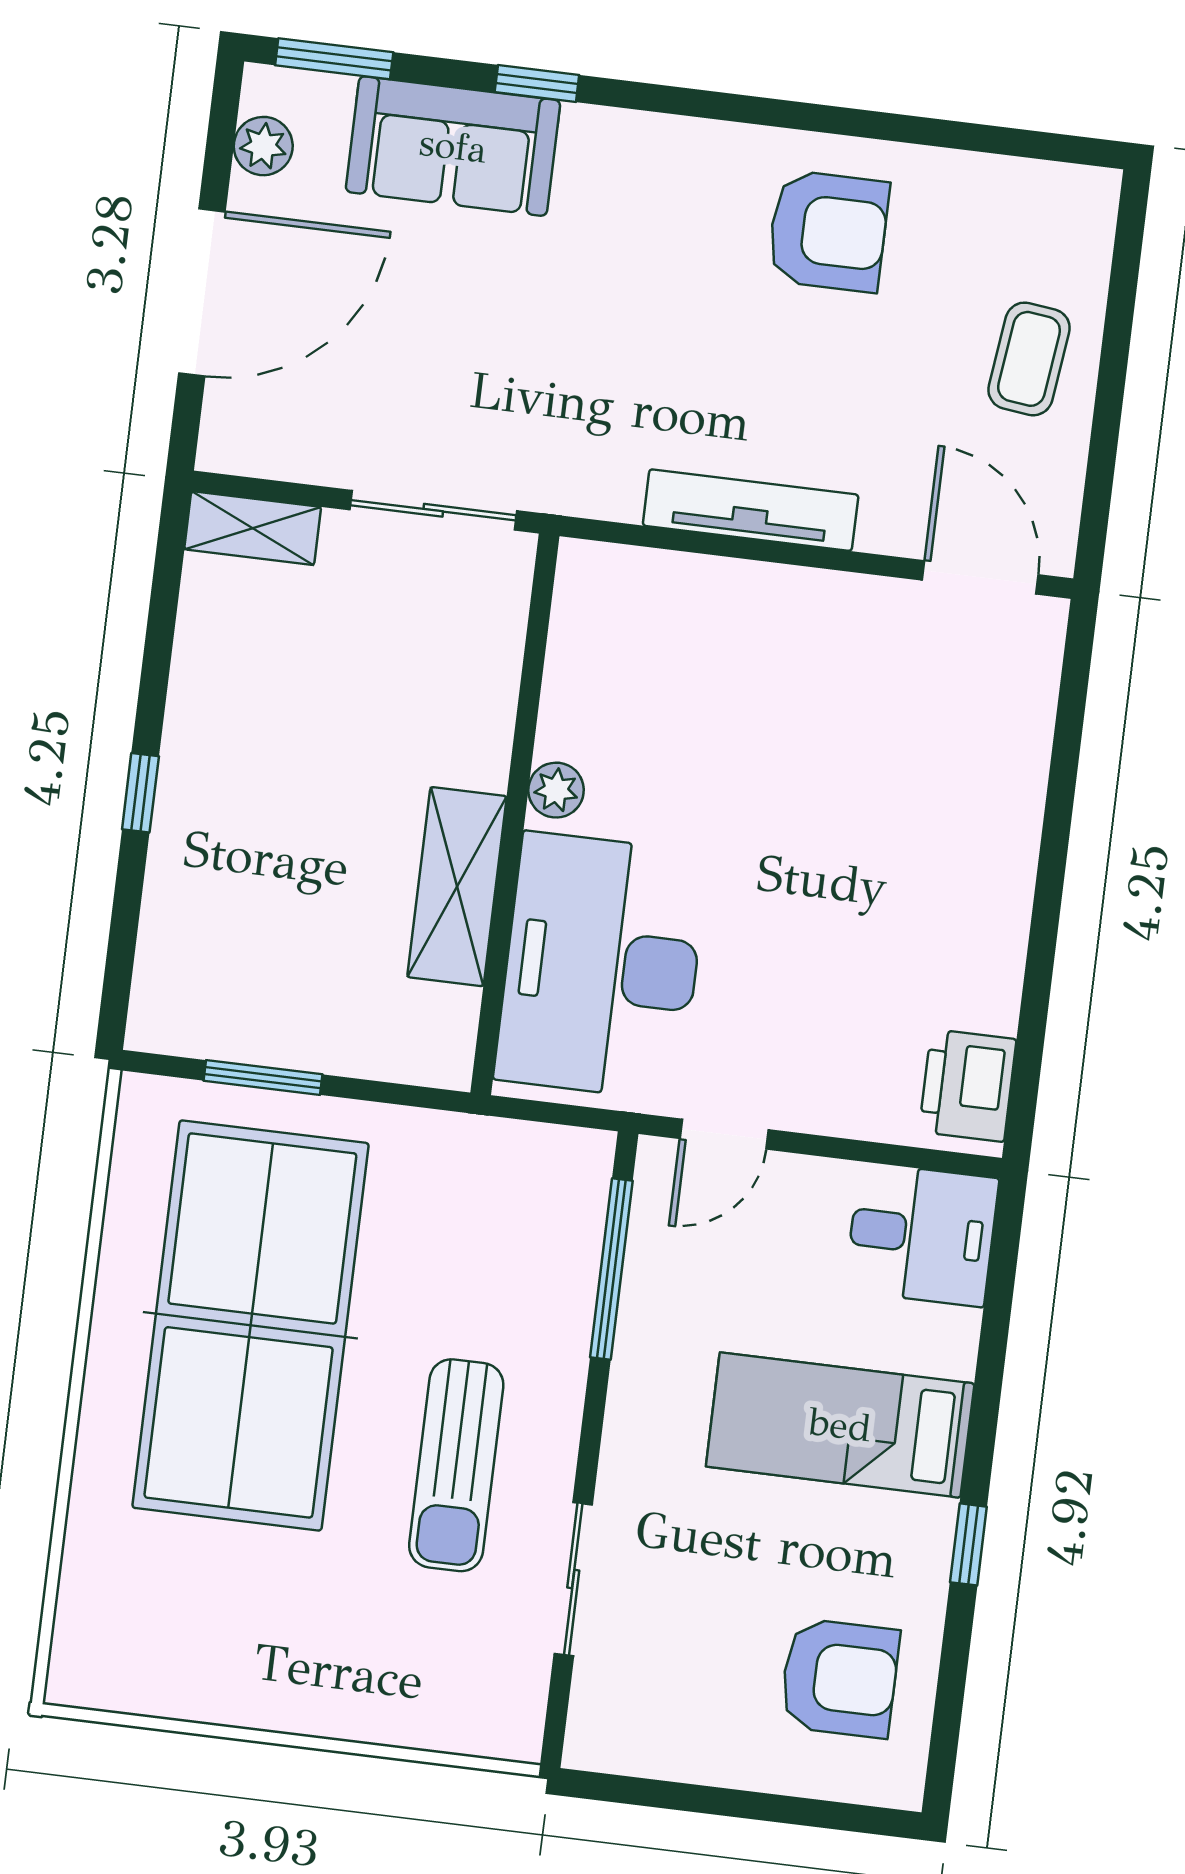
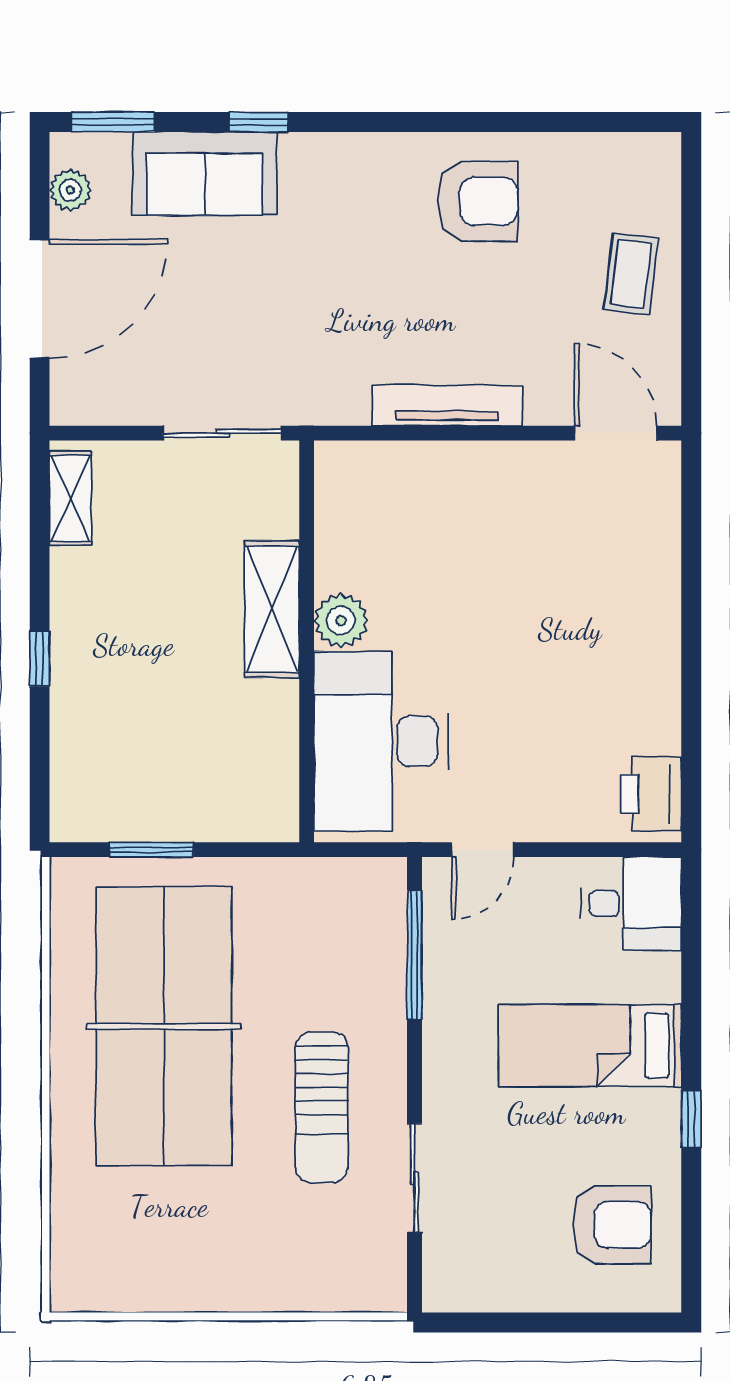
shelving: (253, 528) -> (70, 498), moved, turned 90
plant: (556, 790) -> (341, 621), width x1.38, depth x1.38
shelving: (457, 887) -> (272, 609), moved

